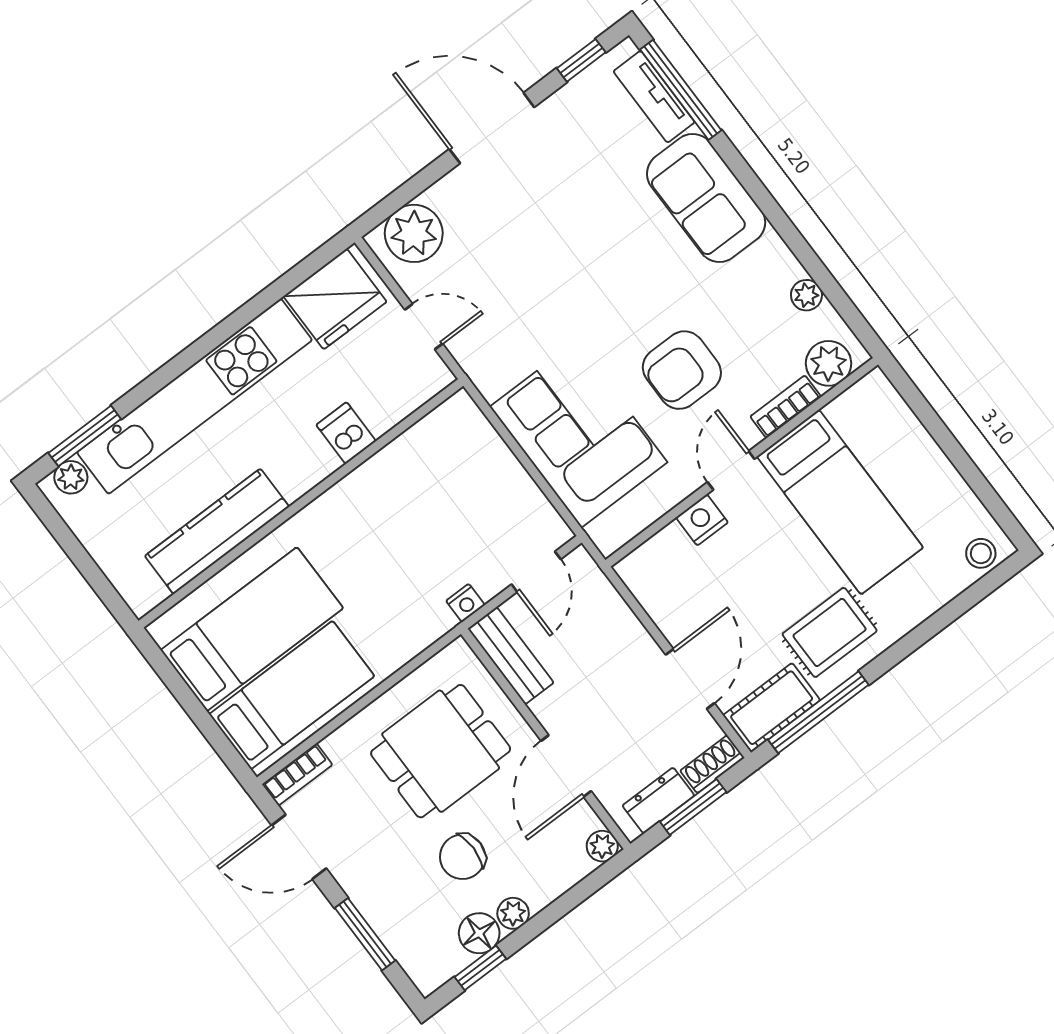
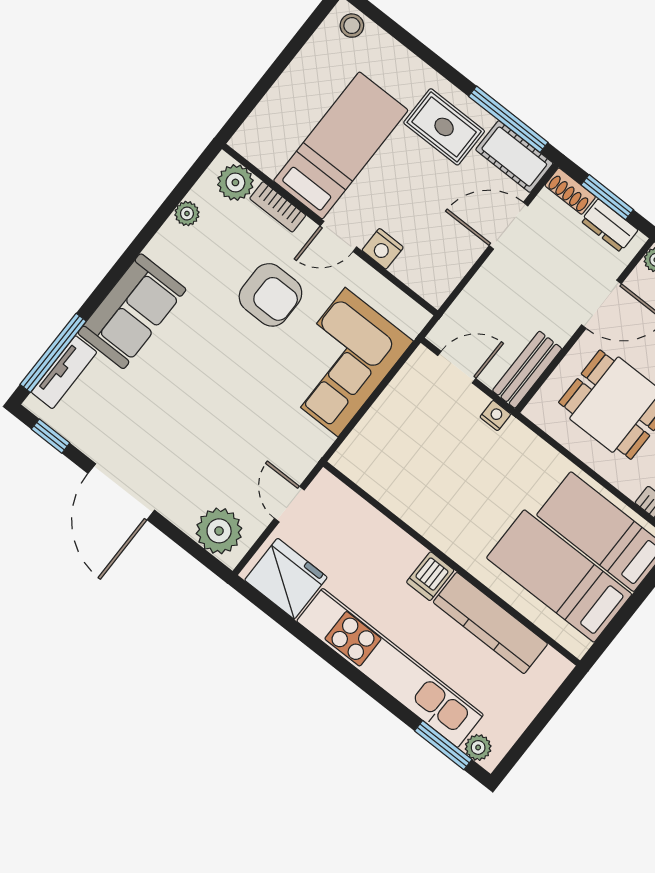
dishwasher: (346, 433) -> (430, 576), moved

